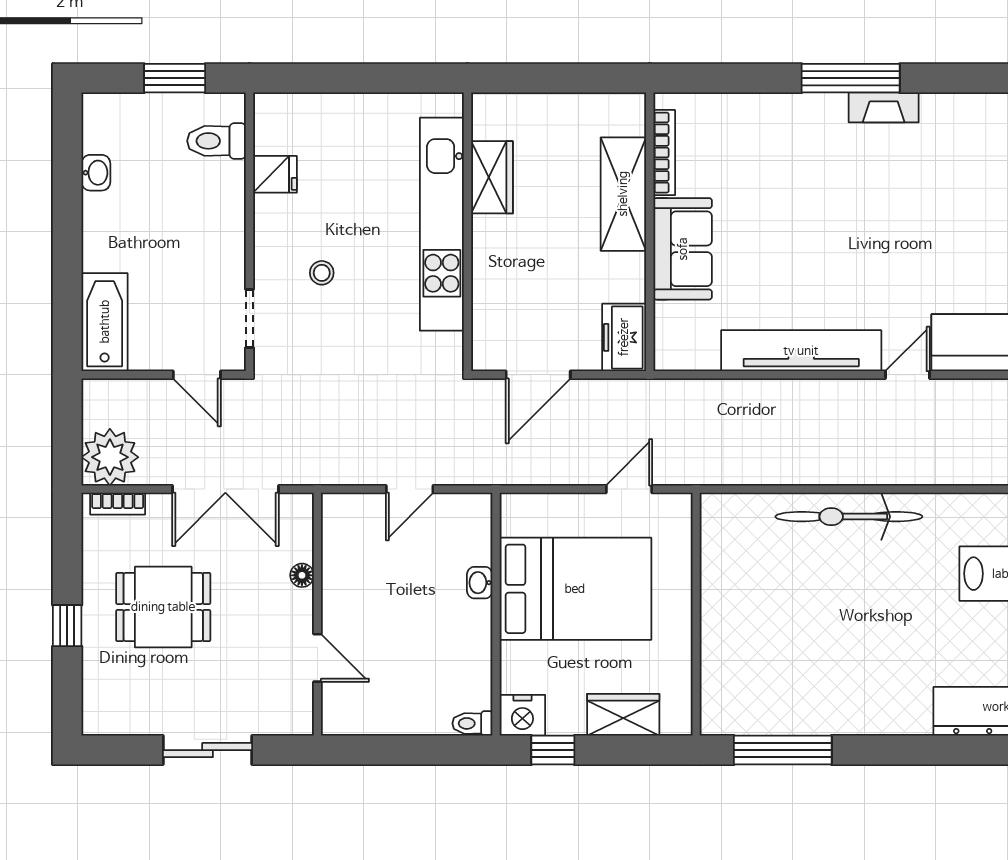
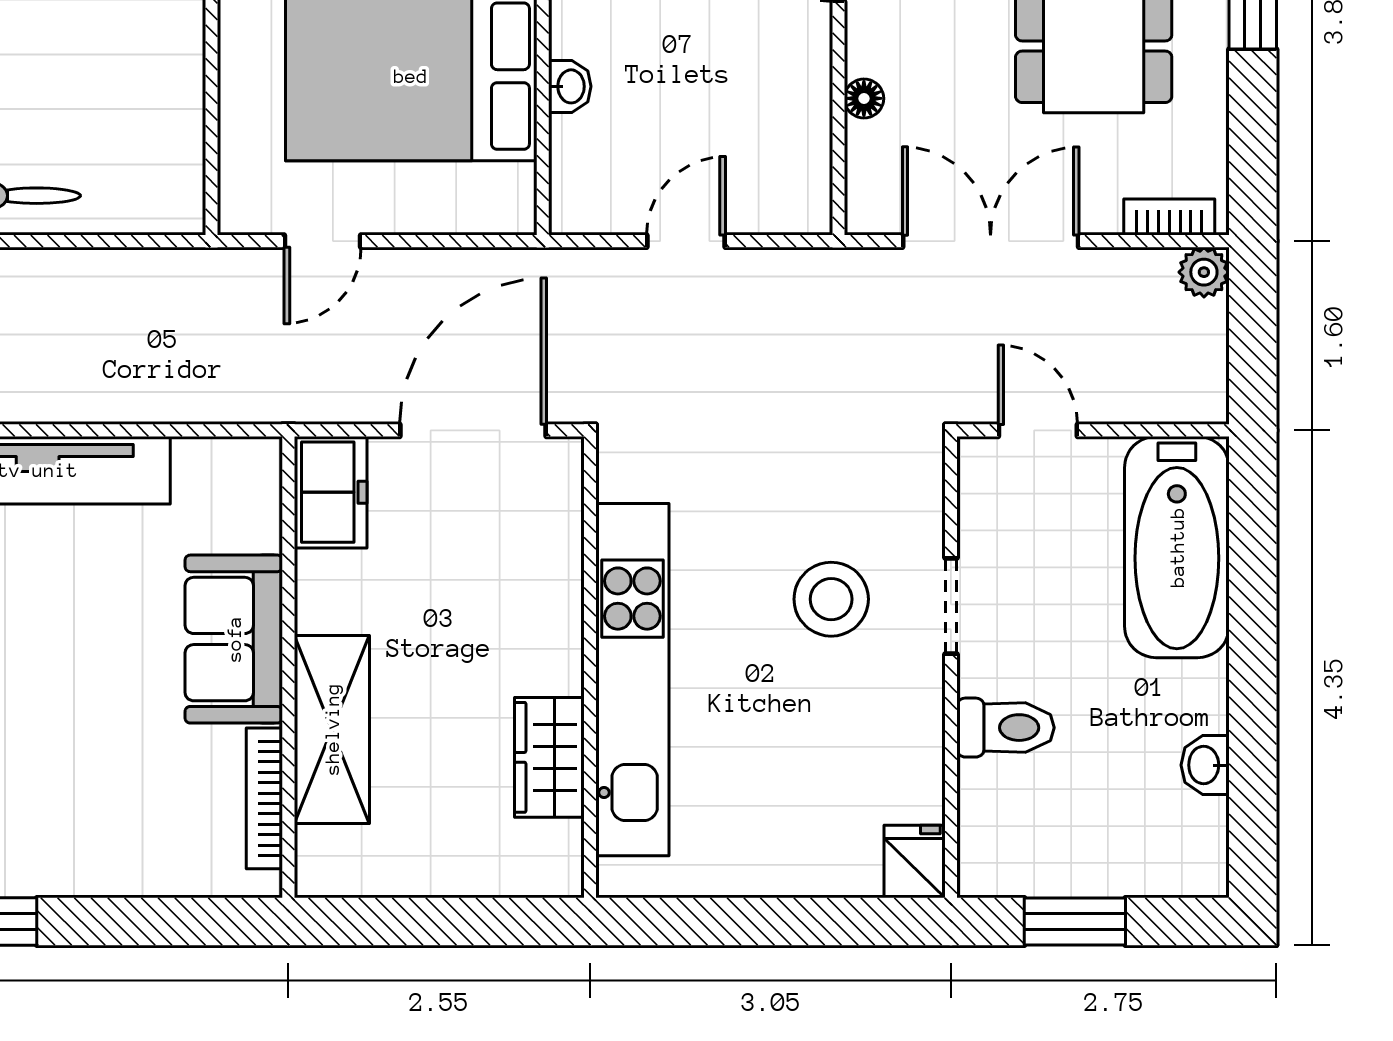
toilet: (216, 141) -> (1006, 728), moved
fridge: (275, 174) -> (915, 861), moved, turned 90
stool: (322, 273) -> (831, 599), width x1.89, depth x1.89
doorway: (249, 319) -> (951, 606), moved
bathtub: (105, 322) -> (1177, 547), width x1.36, depth x1.36
door: (538, 375) -> (473, 430), width x1.36
plant: (110, 457) -> (1204, 272), width x0.53, depth x0.53

